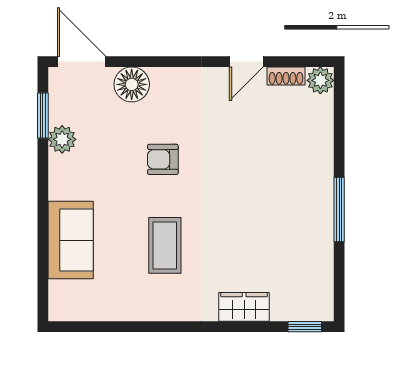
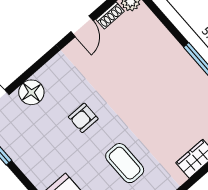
plant: (62, 139) -> (20, 154), removed

